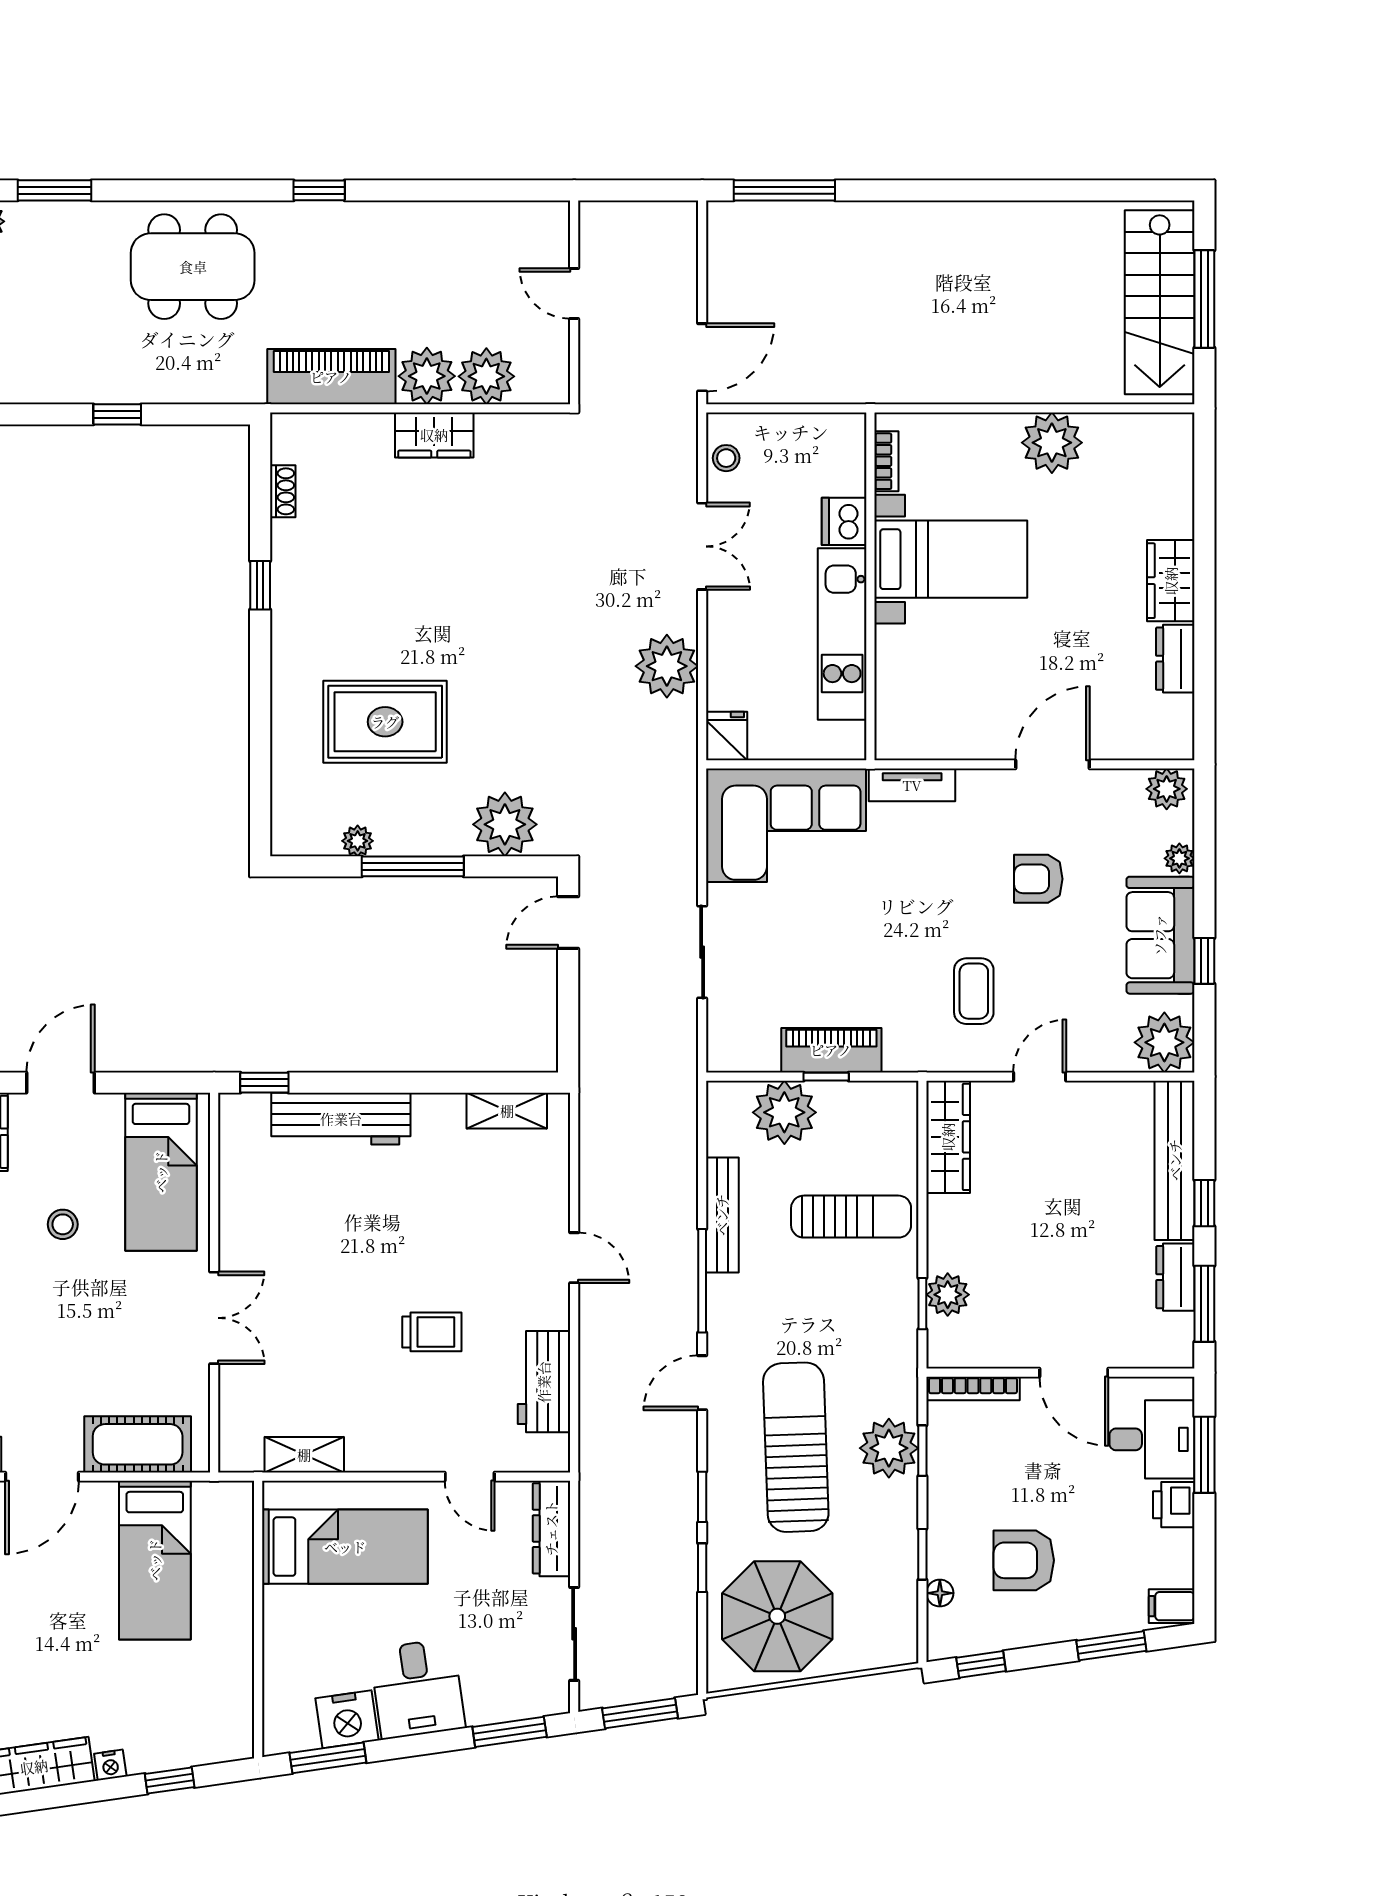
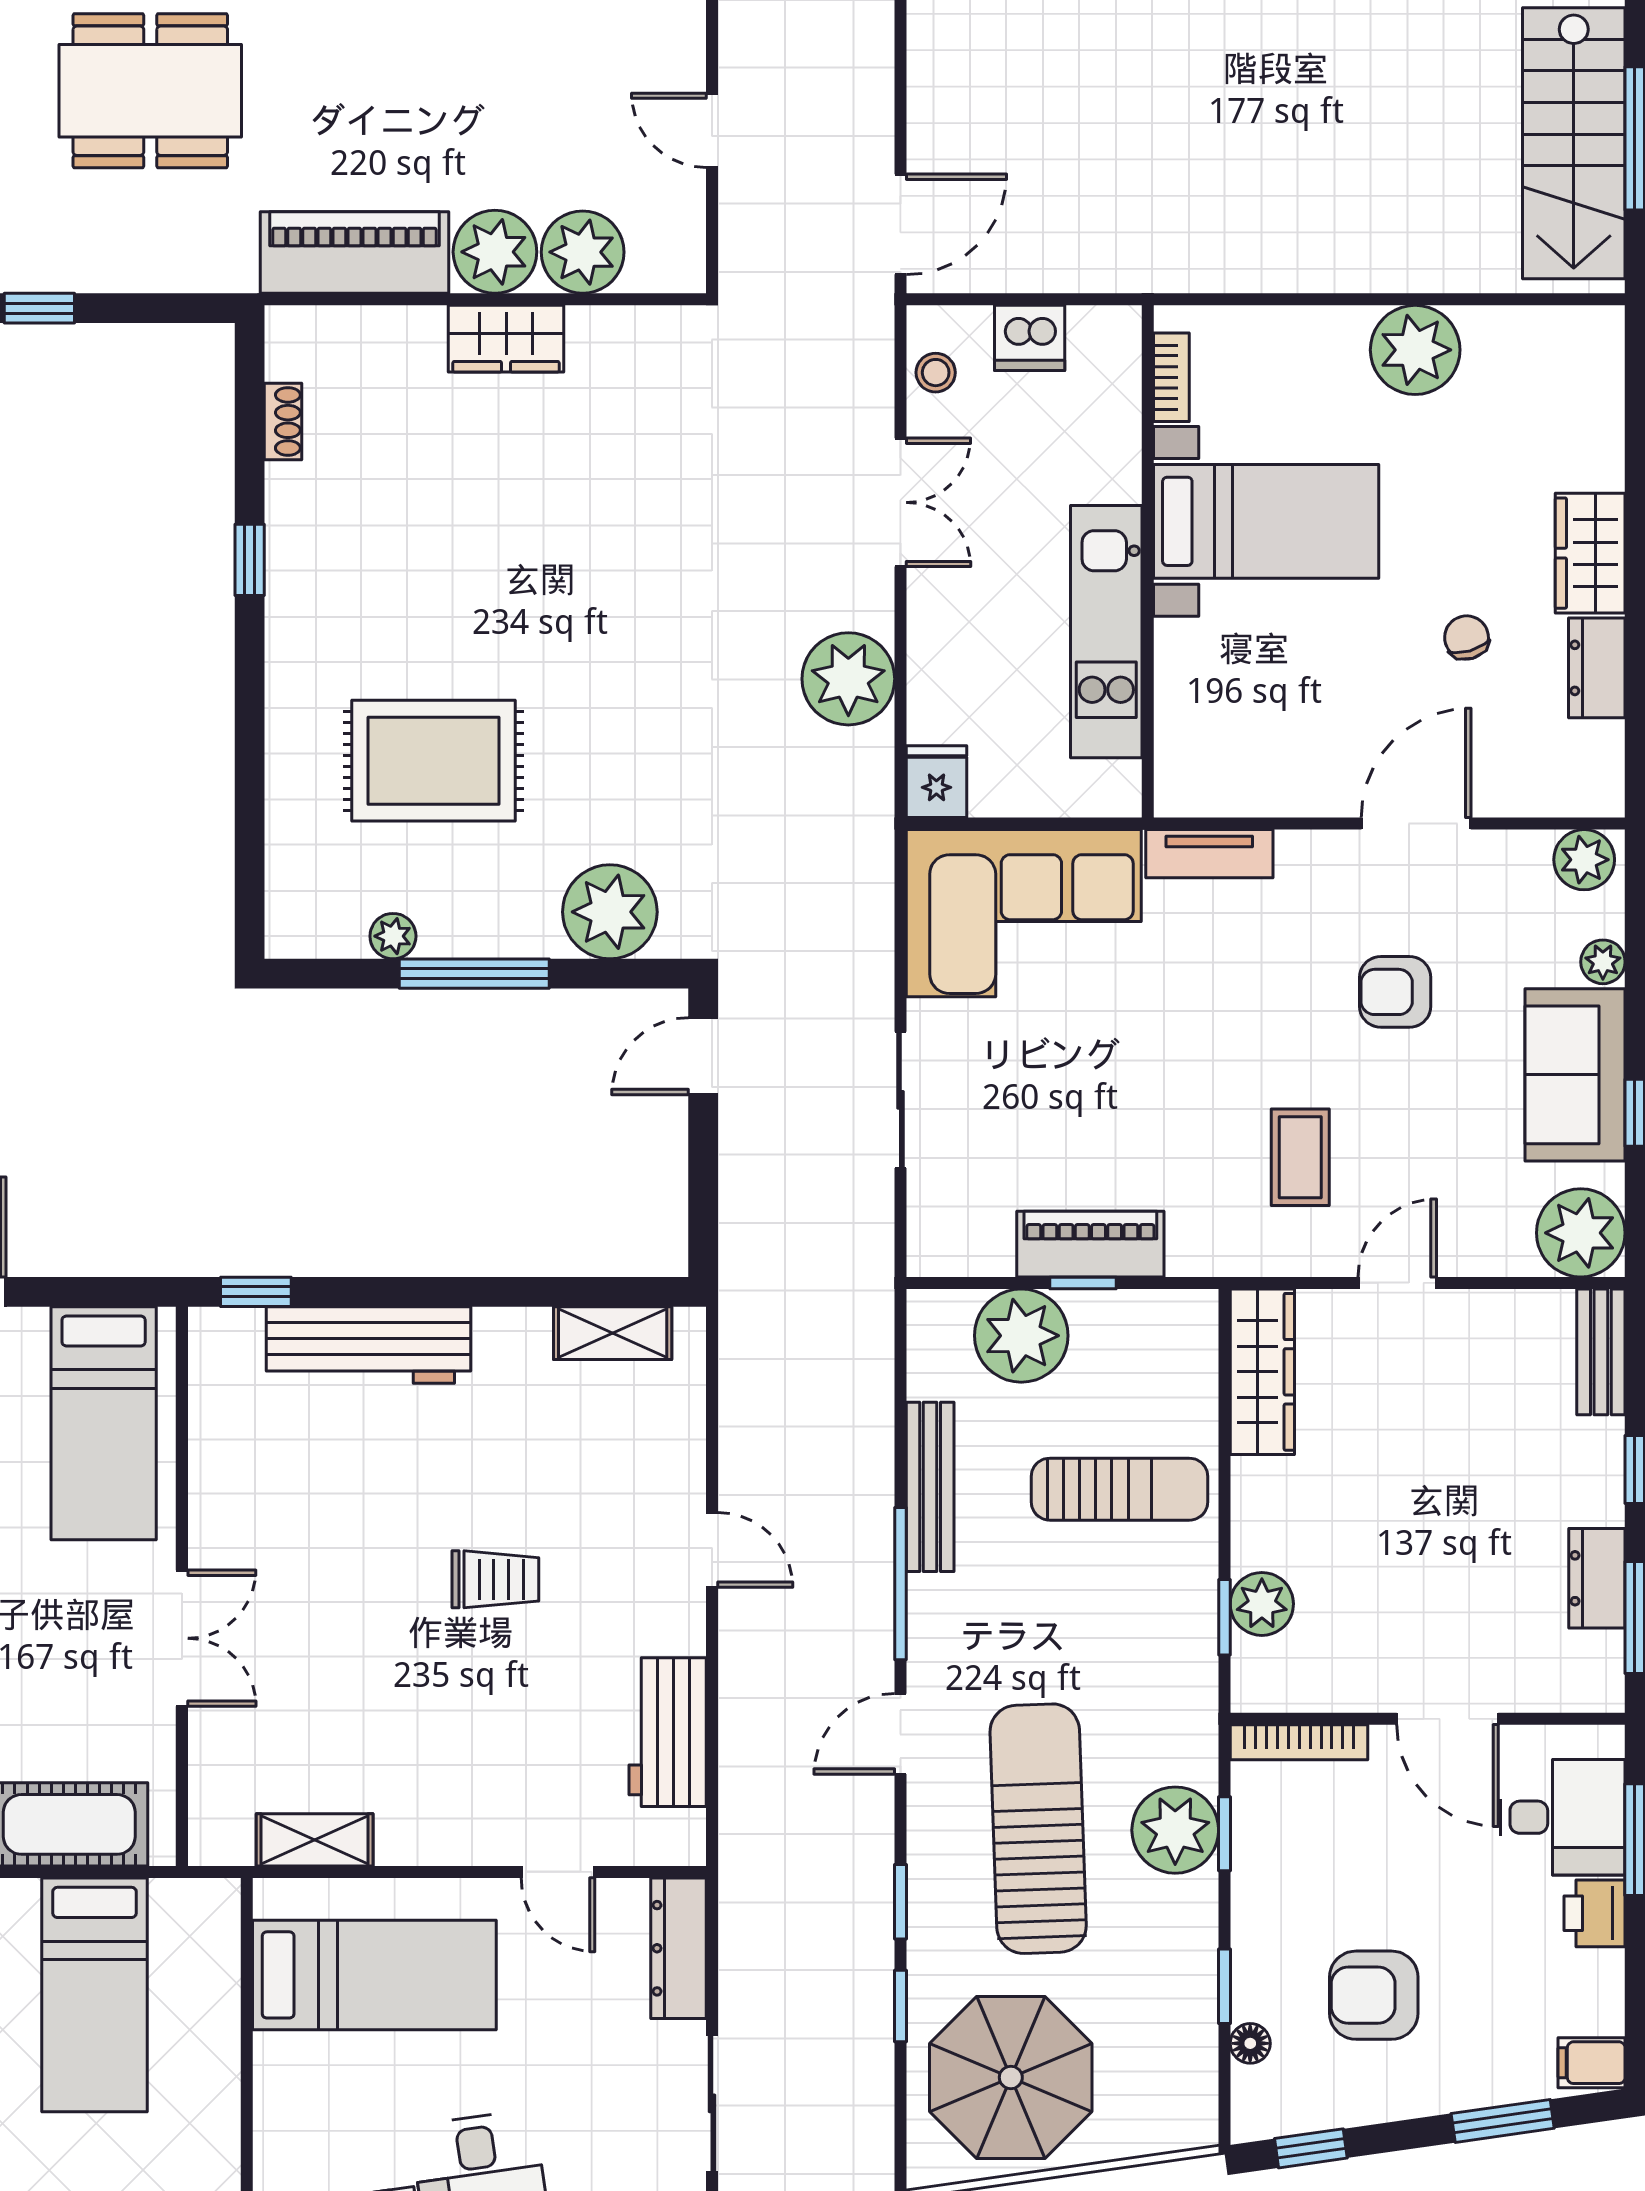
dishwasher: (844, 521) -> (1030, 338), moved, turned -90
chair: (1087, 638) -> (1467, 638), added
bench: (1175, 1160) -> (1601, 1352), width x0.54, depth x0.82
trolley: (432, 1332) -> (495, 1579), moved

